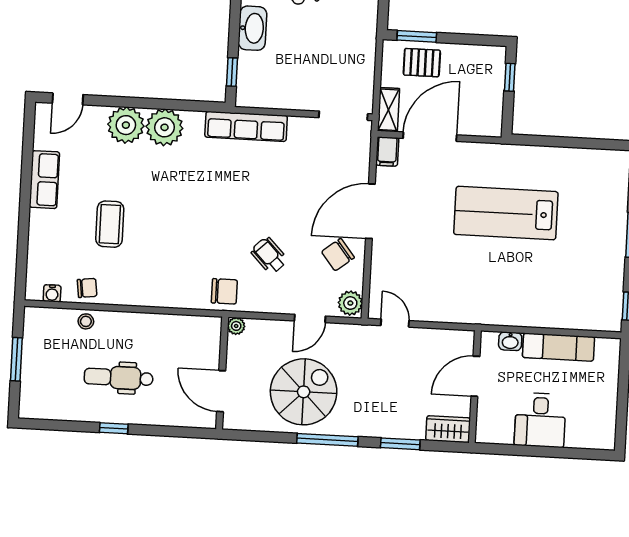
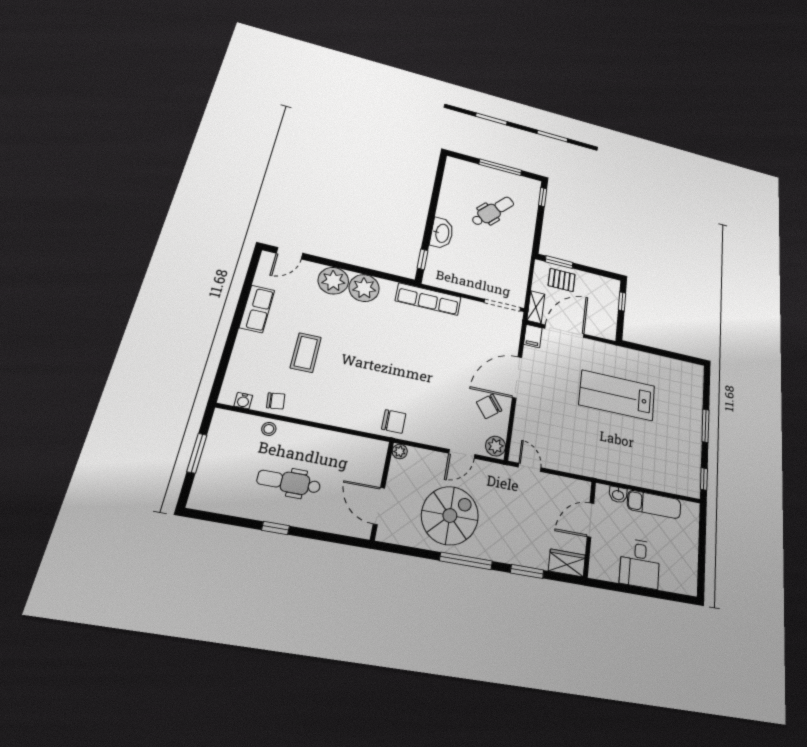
wheelchair: (269, 255) -> (434, 398), removed

